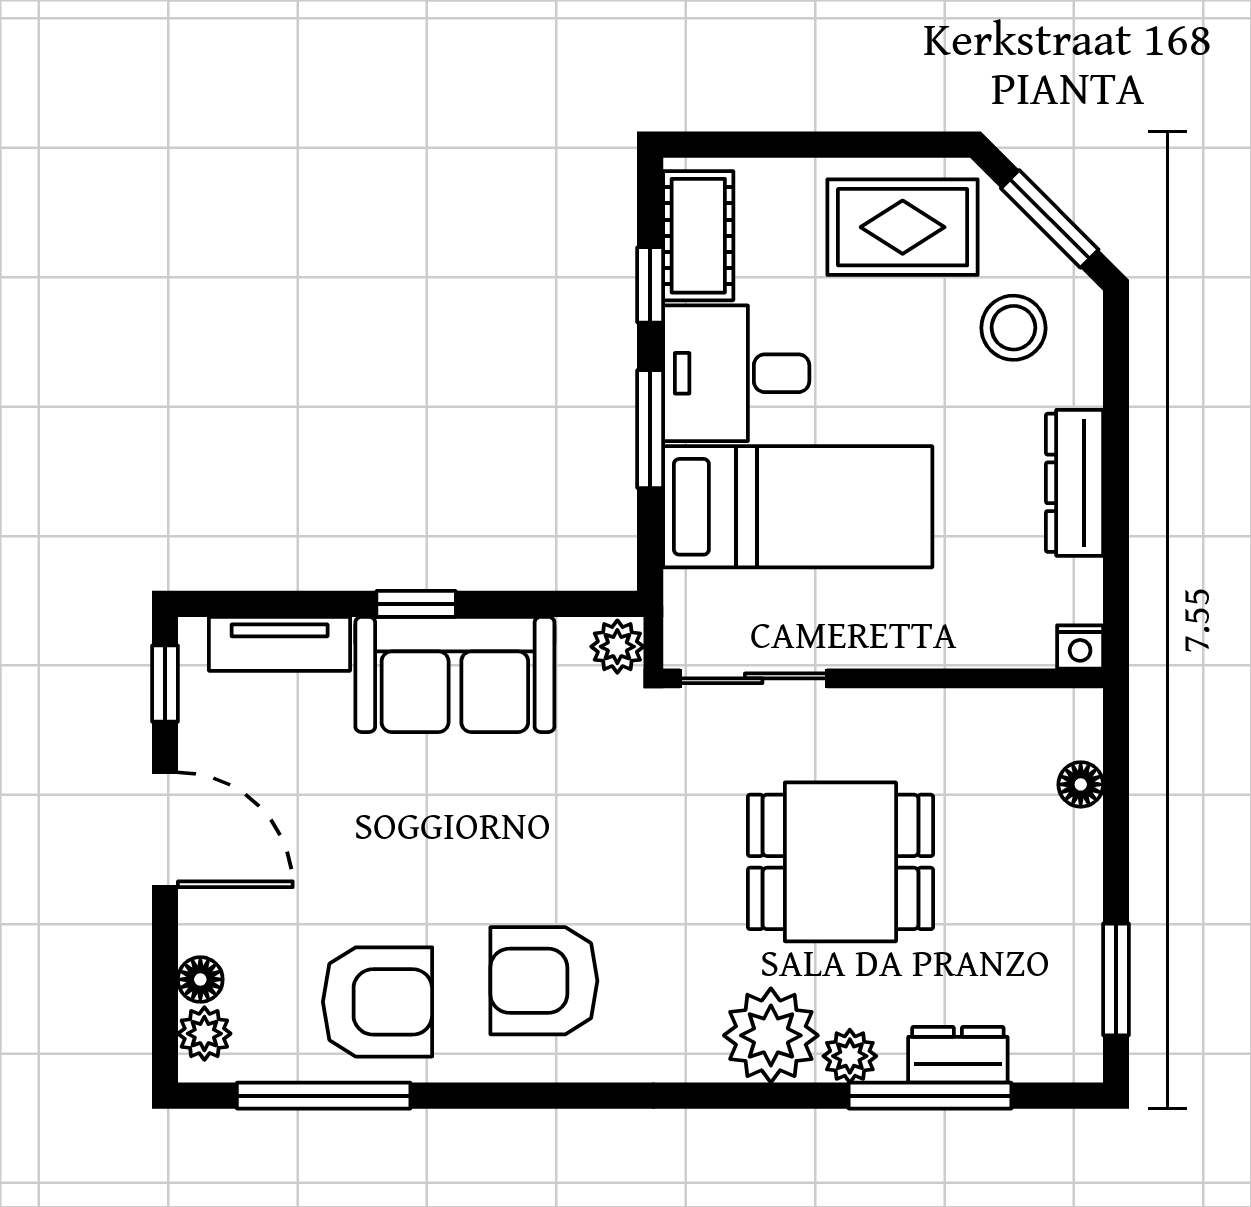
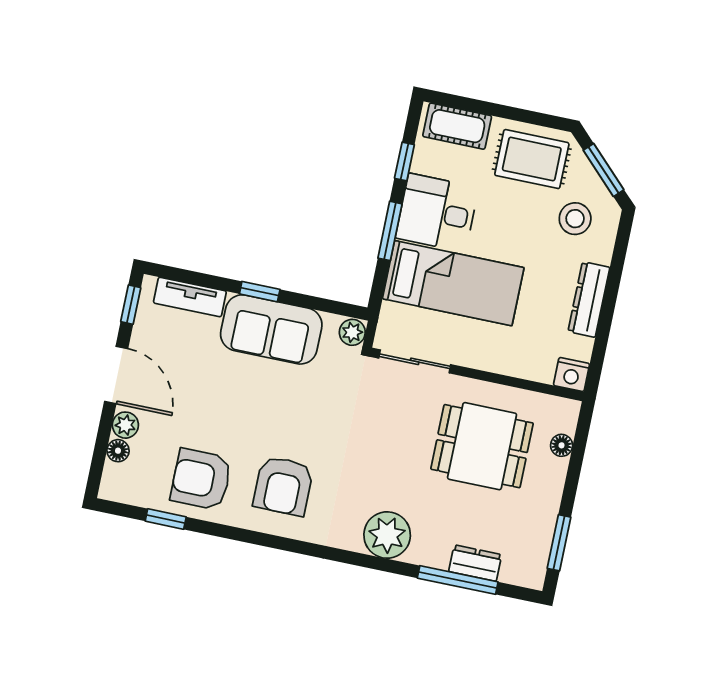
cot: (698, 236) -> (457, 126), moved, turned 90
nightstand: (1080, 647) -> (572, 374), width x1.39, depth x1.35
dining table: (840, 862) -> (482, 446), moved
armchair: (544, 981) -> (283, 486), turned -90
armchair: (378, 1002) -> (201, 479), turned 180
plant: (204, 1034) -> (125, 425), moved
plant: (850, 1056) -> (423, 553), removed
window: (324, 1096) -> (166, 519), width x0.46

